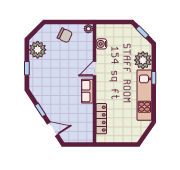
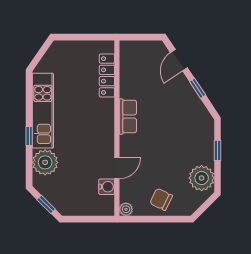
door: (95, 69) -> (117, 168), moved
door: (53, 129) -> (179, 60), hinge flipped

